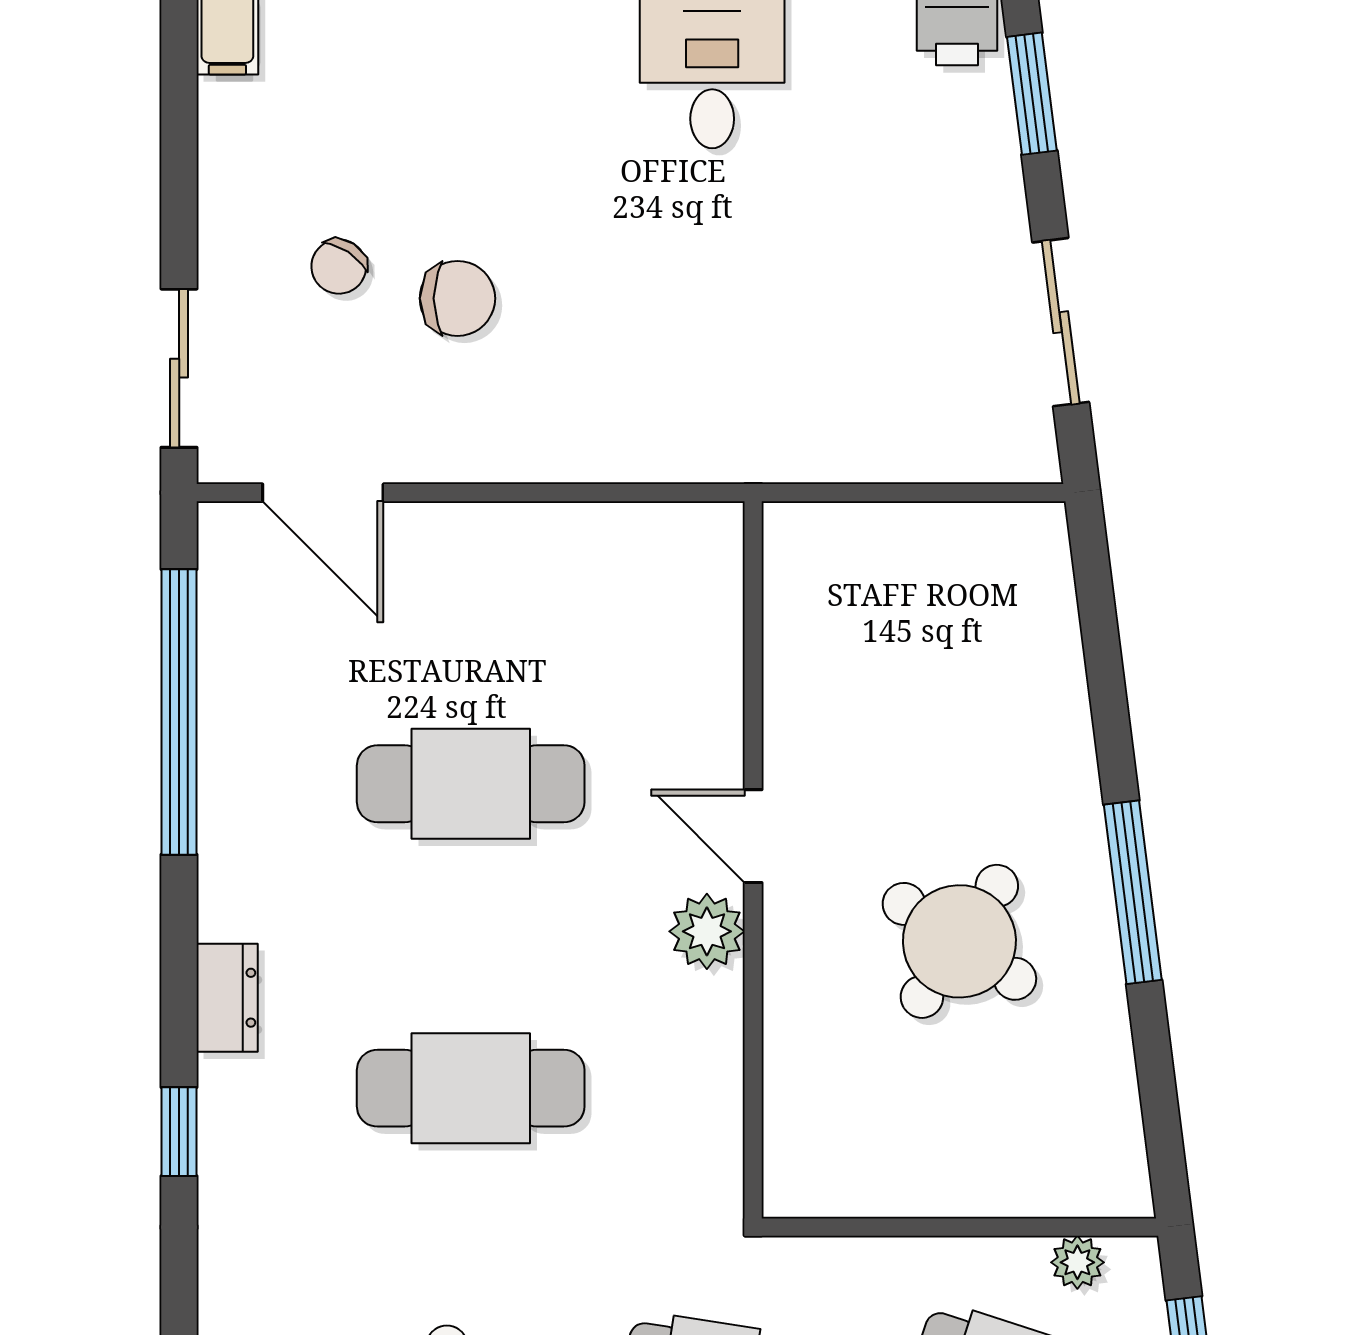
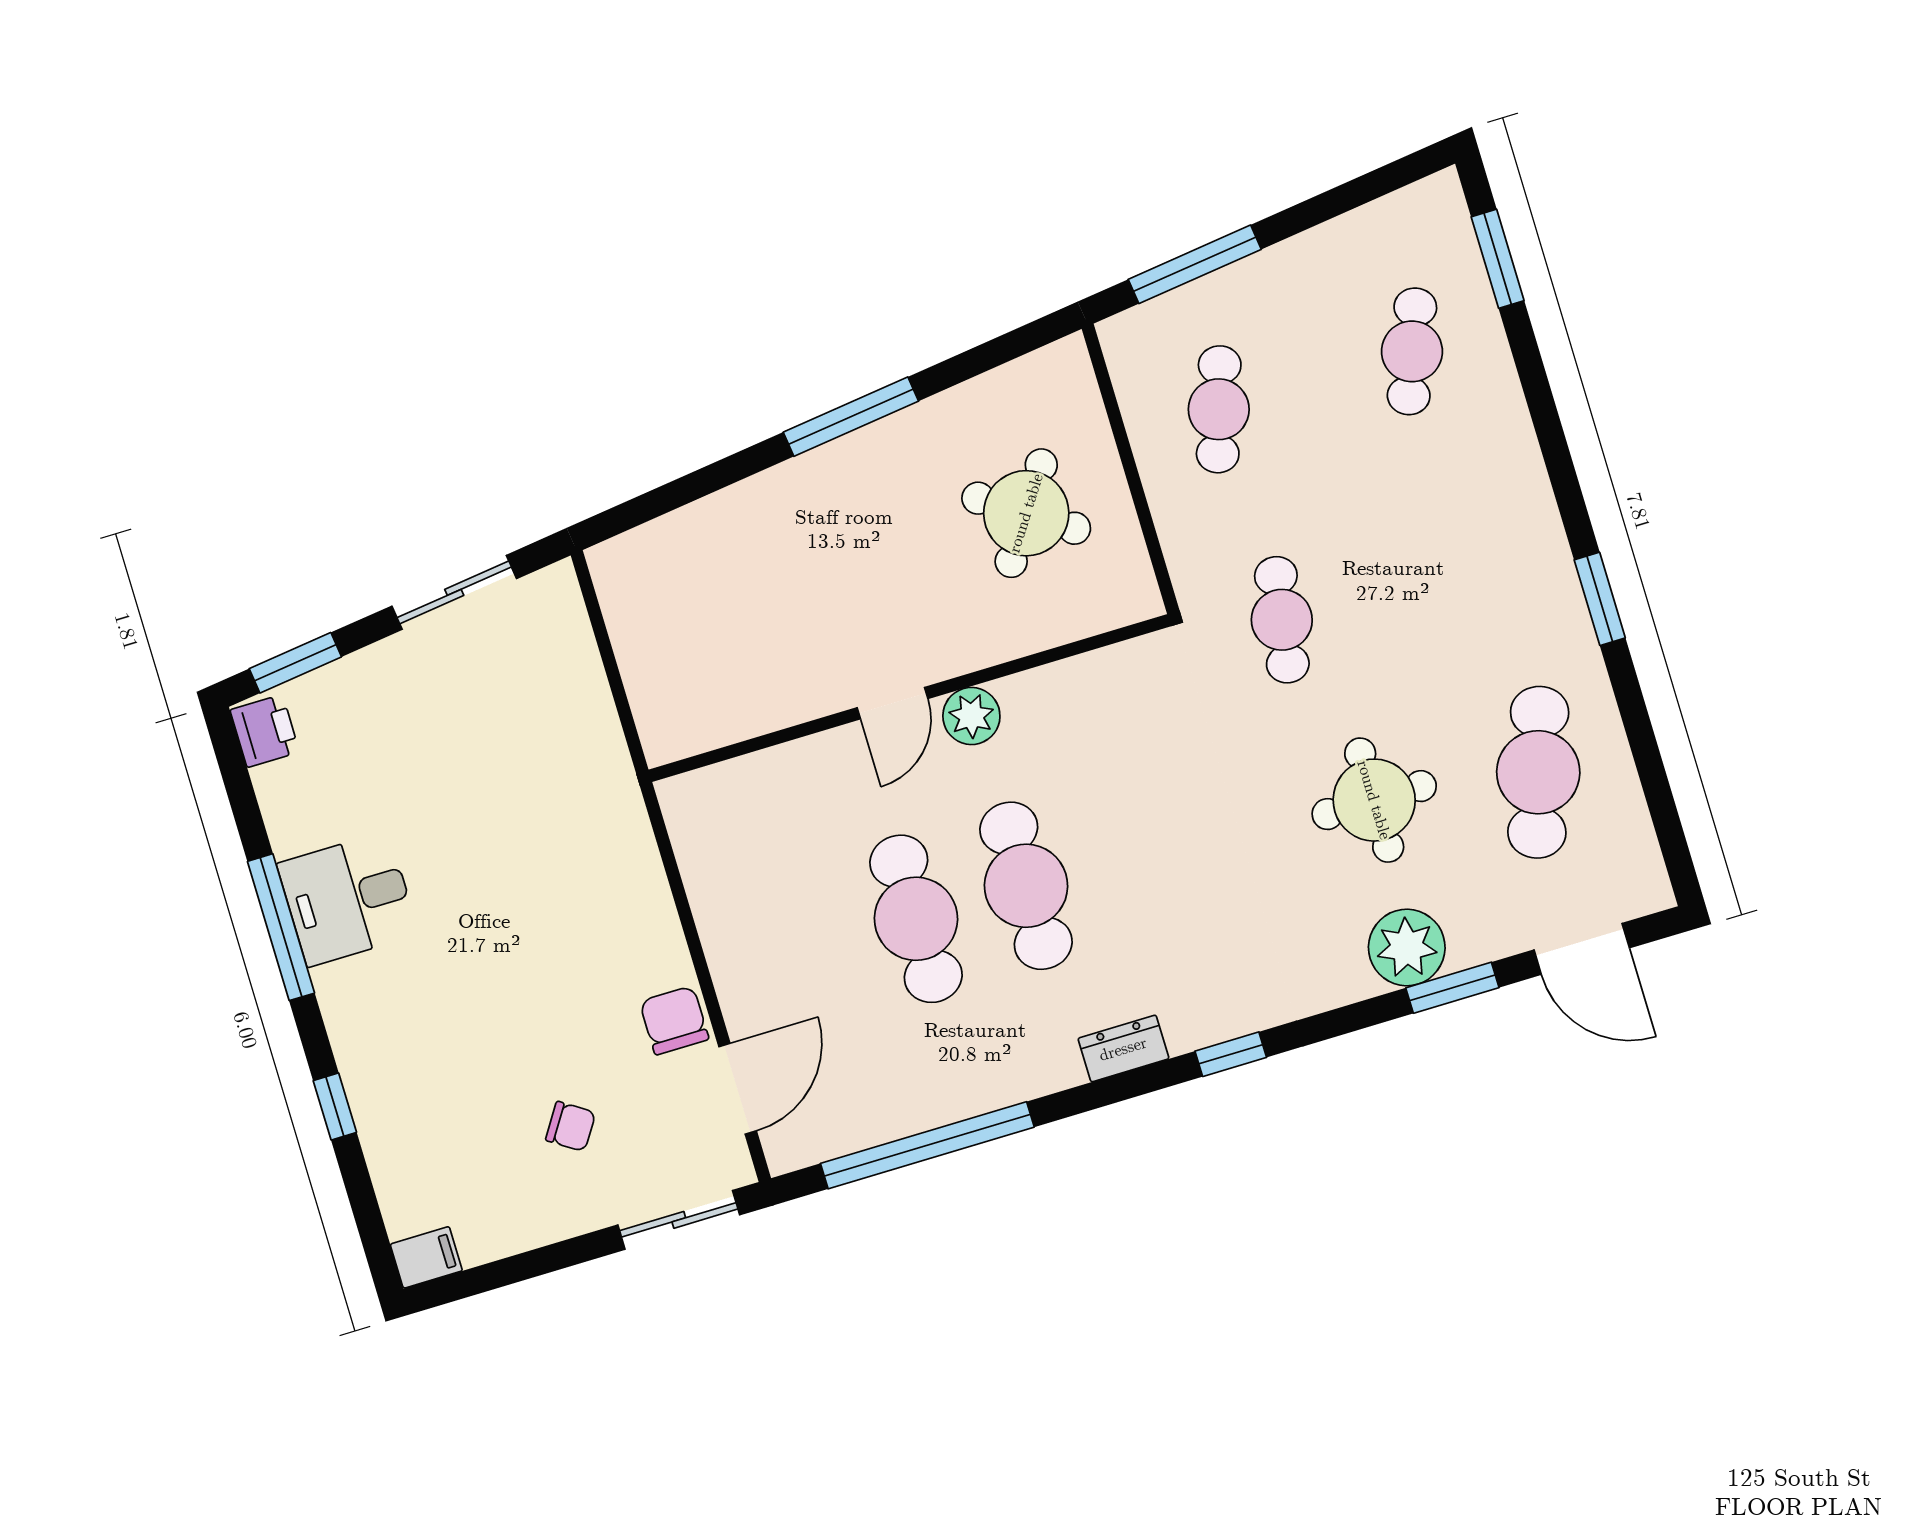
chair: (457, 298) -> (674, 1020), moved
round table: (959, 941) -> (1026, 513), moved
cafe table: (471, 1088) -> (1026, 886), moved
plant: (1077, 1262) -> (1130, 376), removed

